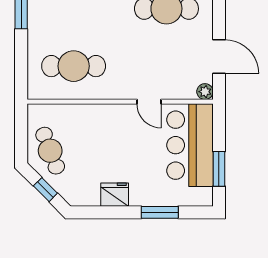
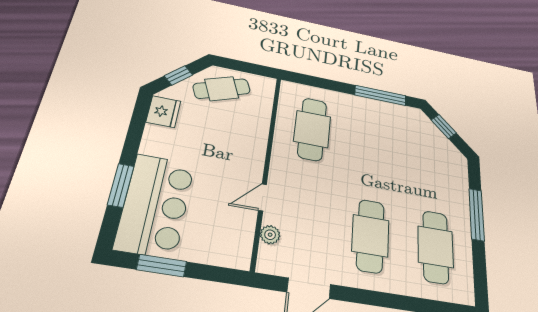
plant: (205, 92) -> (270, 235), moved
bar counter: (190, 145) -> (155, 205), moved, turned 90
fridge: (115, 195) -> (163, 112), moved

